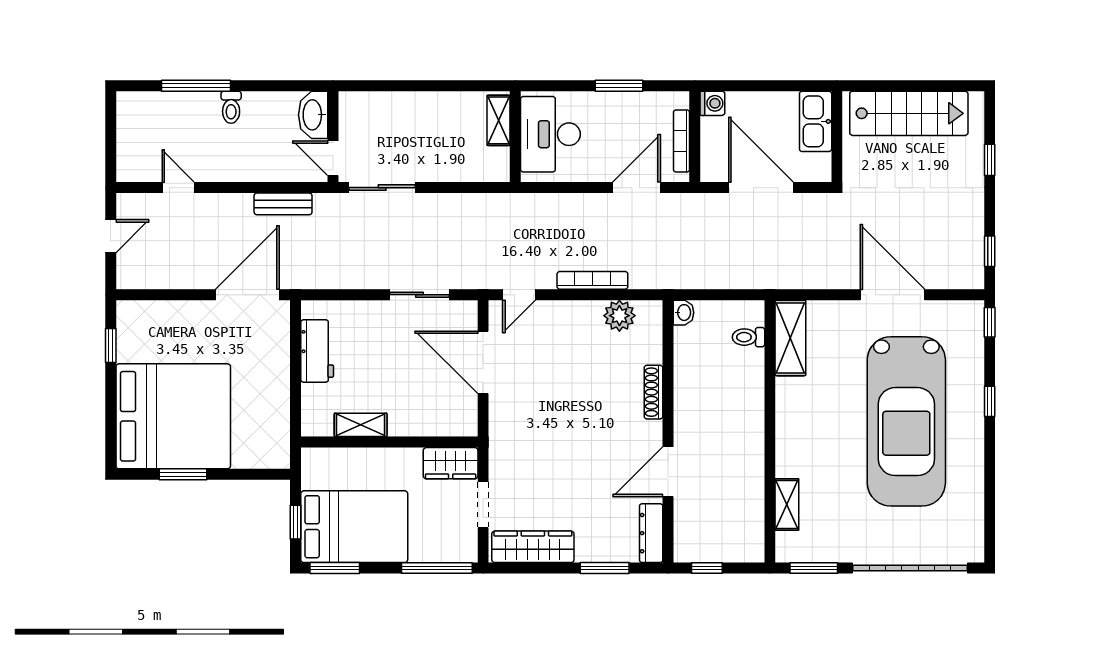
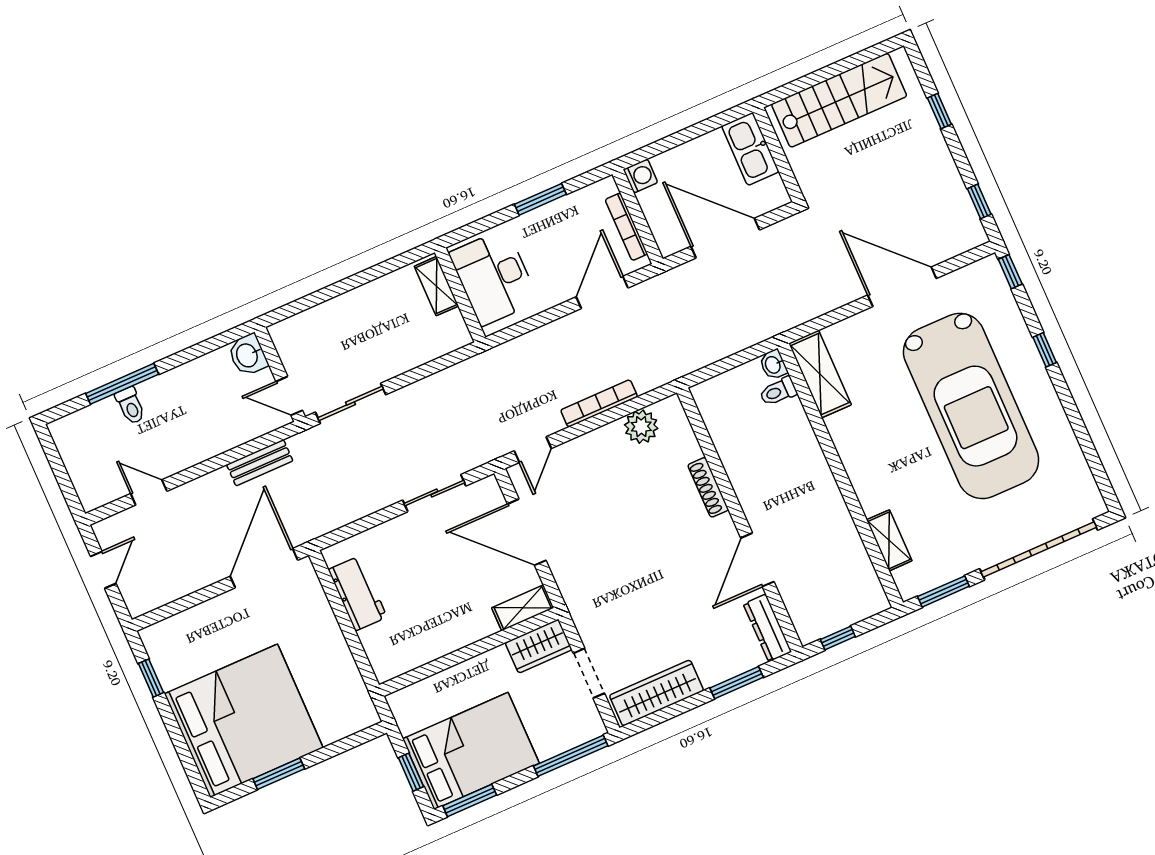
toilet: (231, 107) -> (130, 406), moved
washbasin: (313, 115) -> (248, 355), width x0.72
washbasin: (684, 313) -> (773, 365), moved, turned 180
shelving: (361, 425) -> (523, 608), moved

